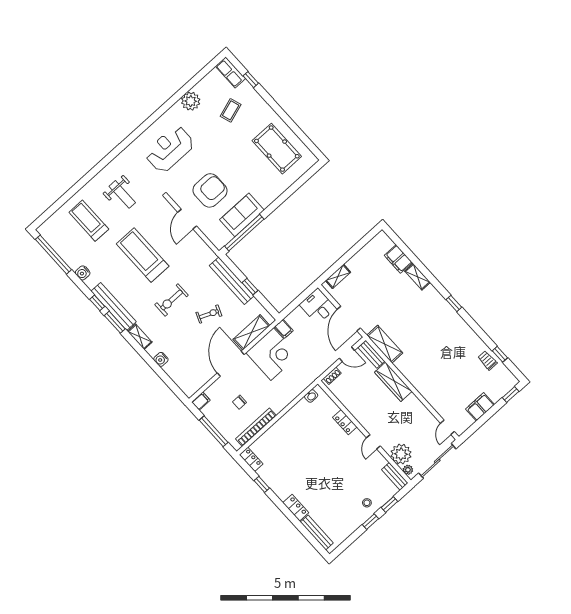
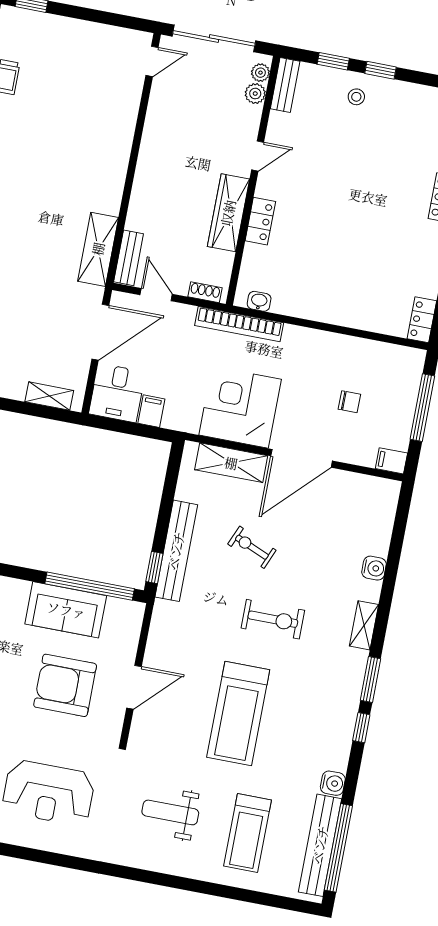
weight bench: (122, 194) -> (170, 812), turned -90
window: (250, 287) -> (154, 567), moved
bench: (114, 306) -> (320, 845), moved
filing cabinet: (284, 329) -> (151, 411), moved
wardrobe: (393, 382) -> (228, 213), moved, turned 180
filing cabinet: (480, 407) -> (84, 36), removed
bookcase: (256, 427) -> (239, 324), moved
plant: (401, 454) -> (255, 94), width x0.53, depth x0.53

